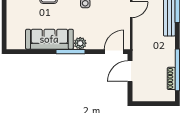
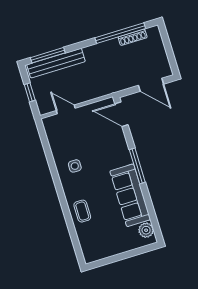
plant: (80, 43) -> (146, 230), moved
door: (130, 71) -> (151, 85), moved

